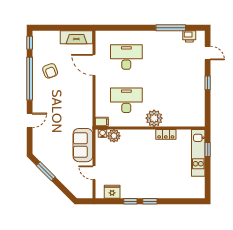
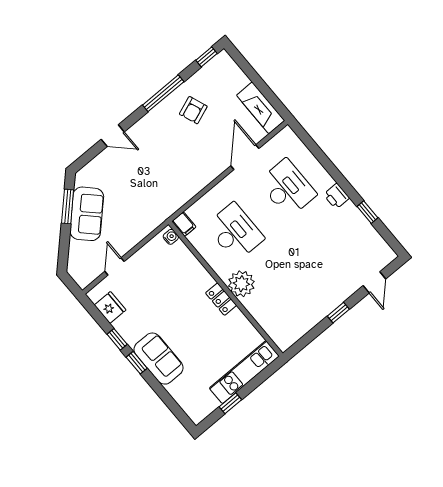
window: (171, 28) -> (368, 212), width x0.46
printer: (189, 36) -> (336, 196), moved
window: (30, 79) -> (163, 93), width x0.68
locker: (166, 134) -> (221, 299), moved
plant: (114, 136) -> (180, 253), removed
sofa: (83, 145) -> (87, 214), moved, turned 135
window: (208, 149) -> (230, 403), moved
sofa: (157, 189) -> (159, 359), added

